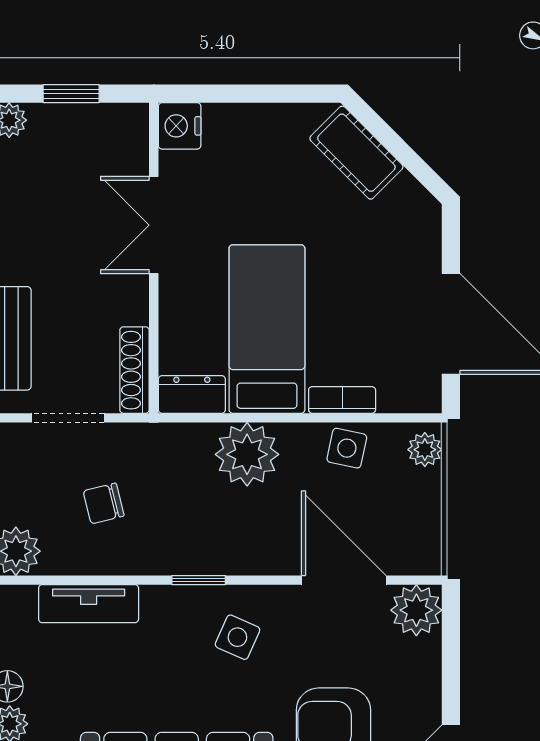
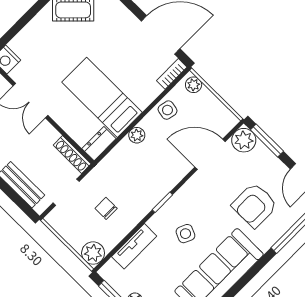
bookcase: (342, 400) -> (172, 74), moved
plant: (247, 454) -> (137, 135), width x0.53, depth x0.53
chair: (104, 503) -> (106, 208), turned 104
side table: (237, 637) -> (185, 234), moved
window: (451, 646) -> (267, 140), added

